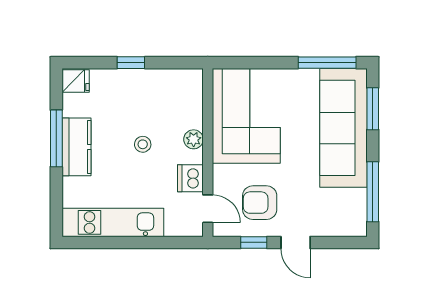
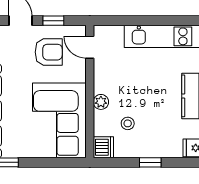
stool: (143, 144) -> (128, 123), moved
dishwasher: (190, 178) -> (103, 147), moved

